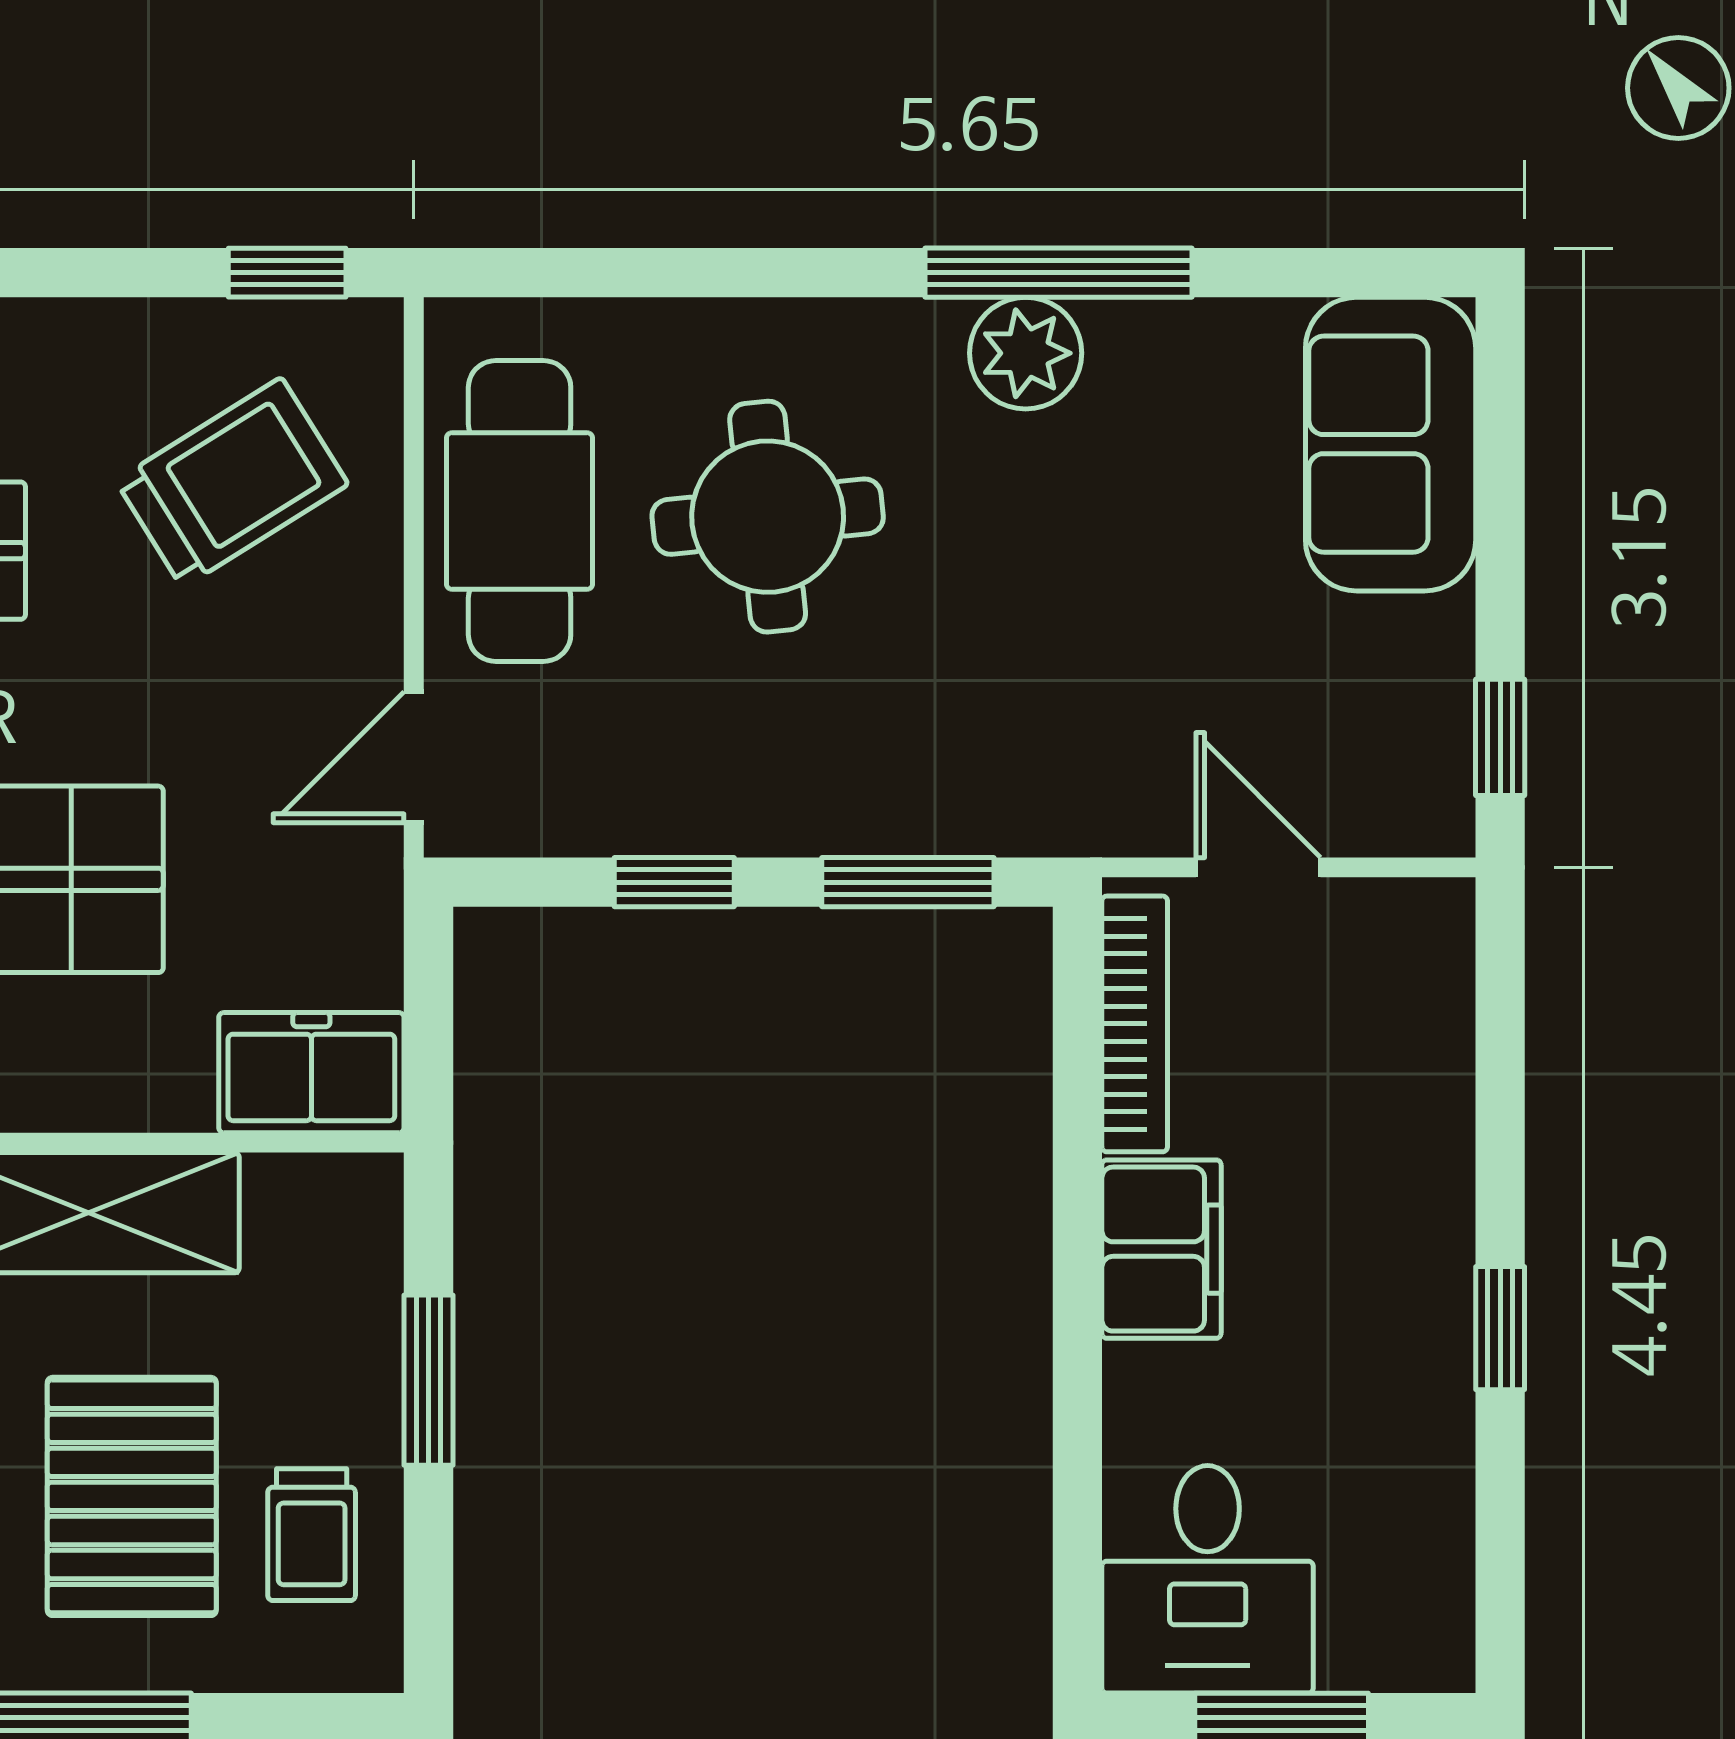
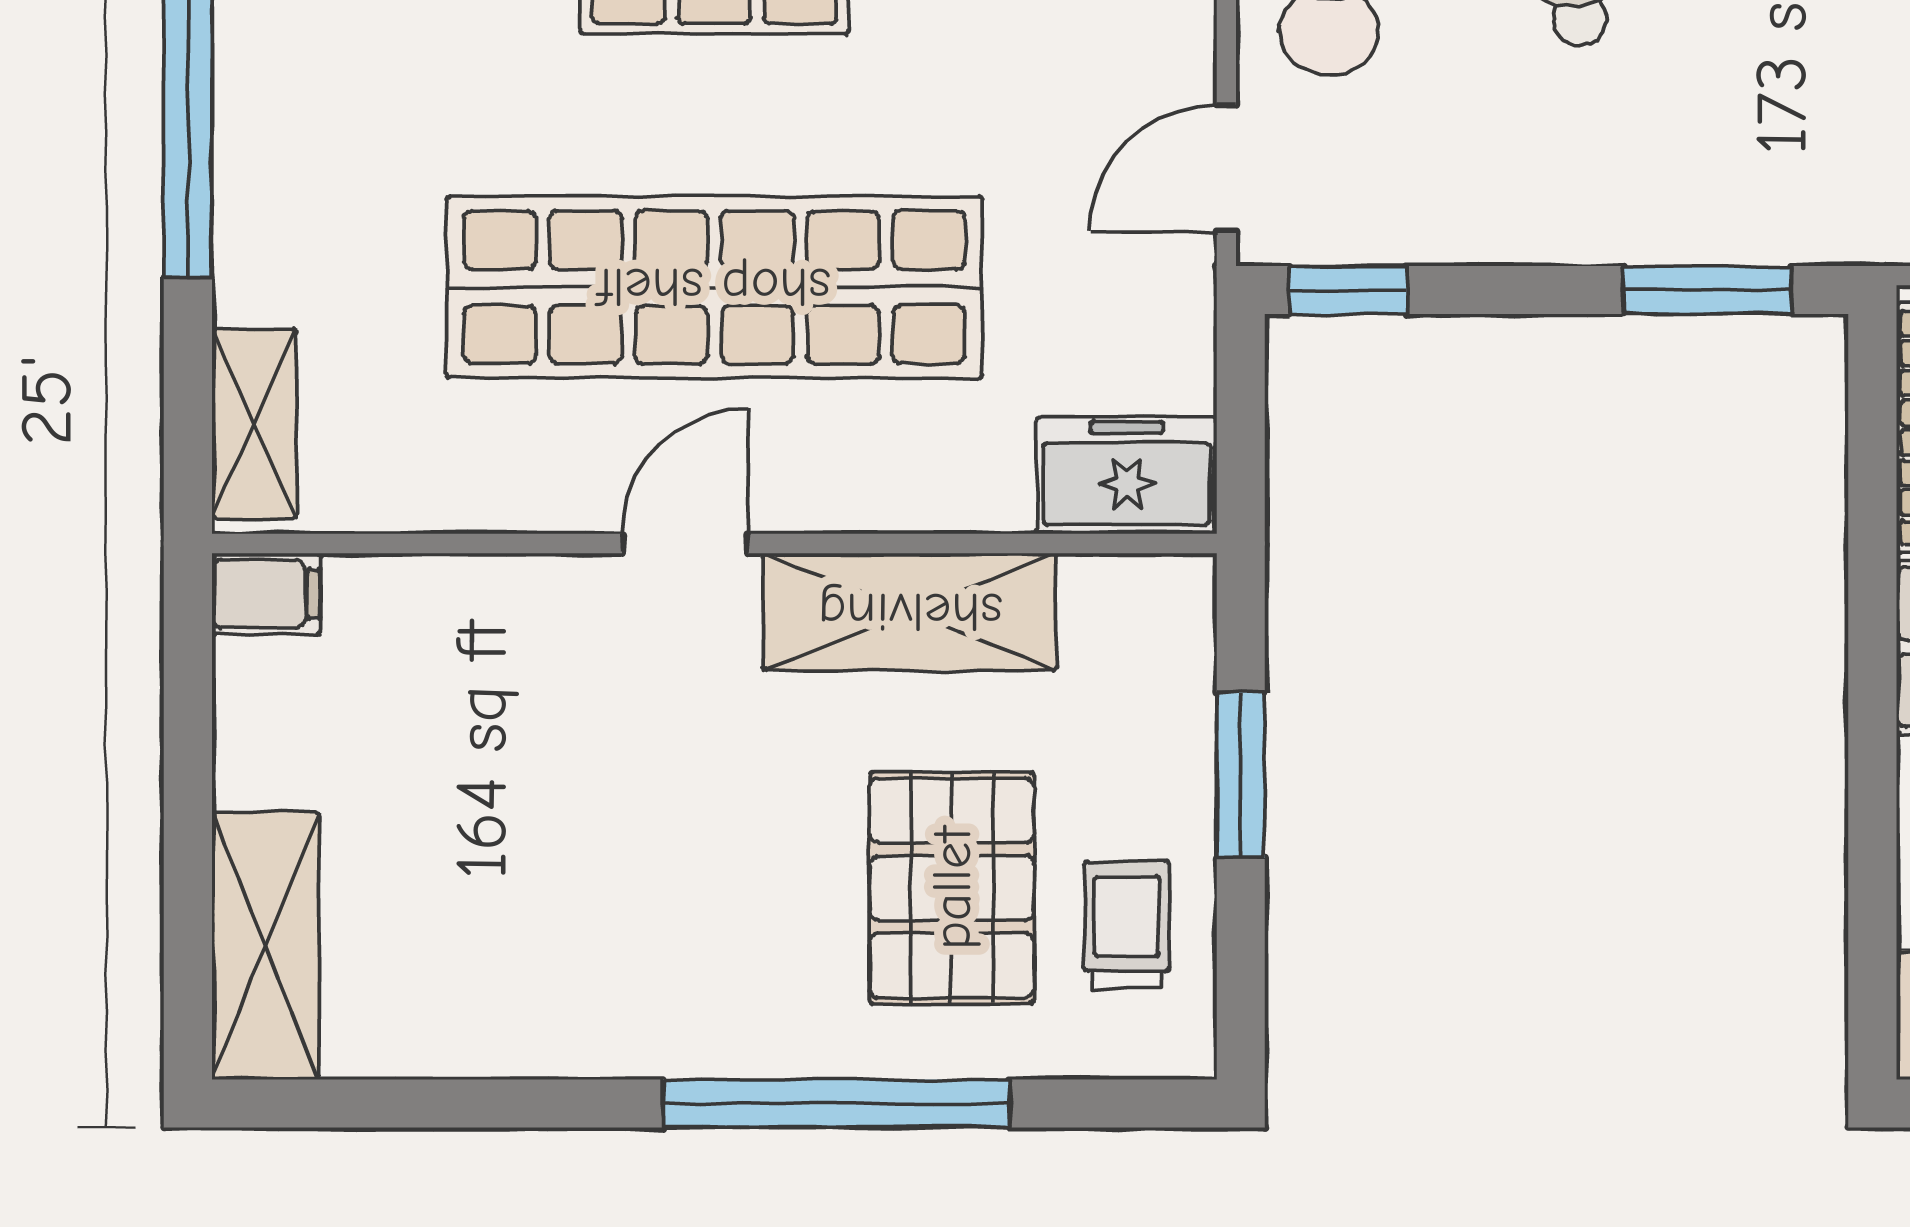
window: (674, 882) -> (1348, 290), moved
trolley: (312, 1535) -> (1127, 925), turned 180

